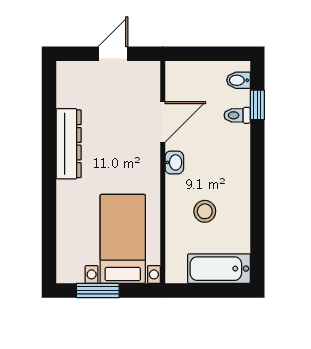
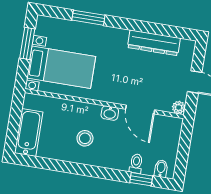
plant: (151, 70) -> (179, 107), added
dresser: (69, 144) -> (154, 43), moved
stool: (205, 211) -> (85, 138), moved
window: (49, 213) -> (88, 18), added

